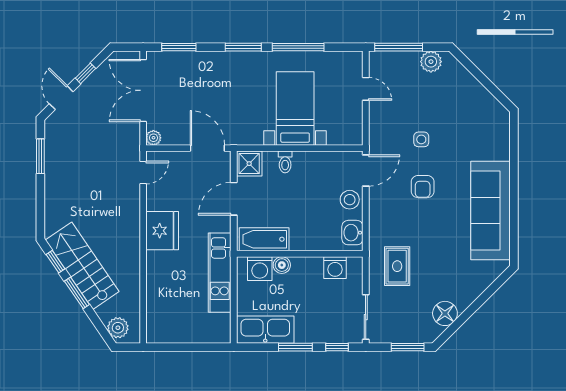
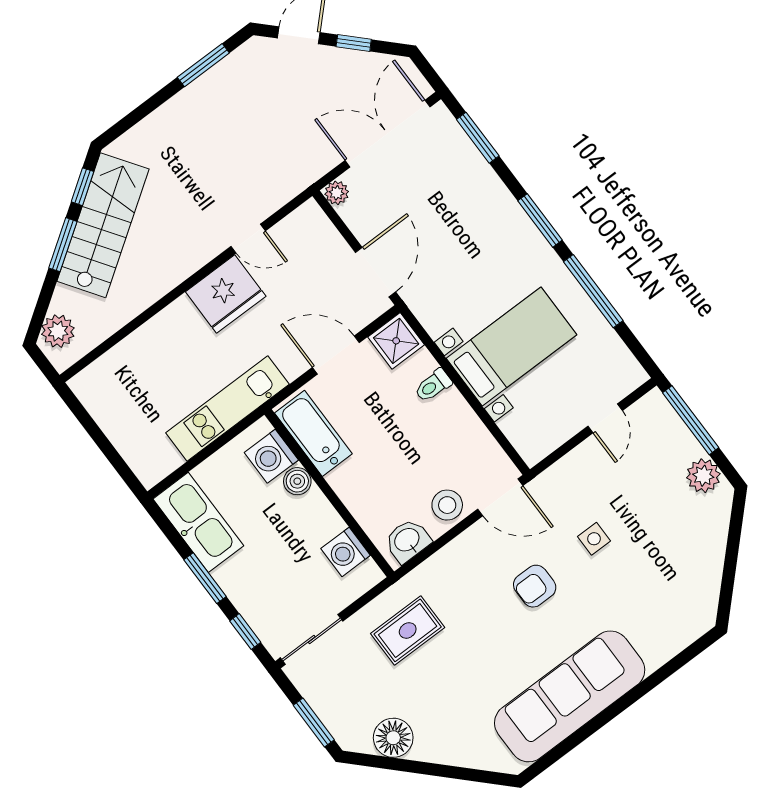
door: (143, 172) -> (248, 239), moved

